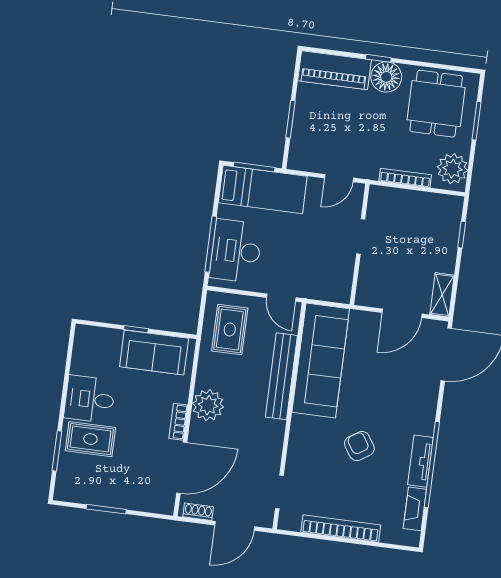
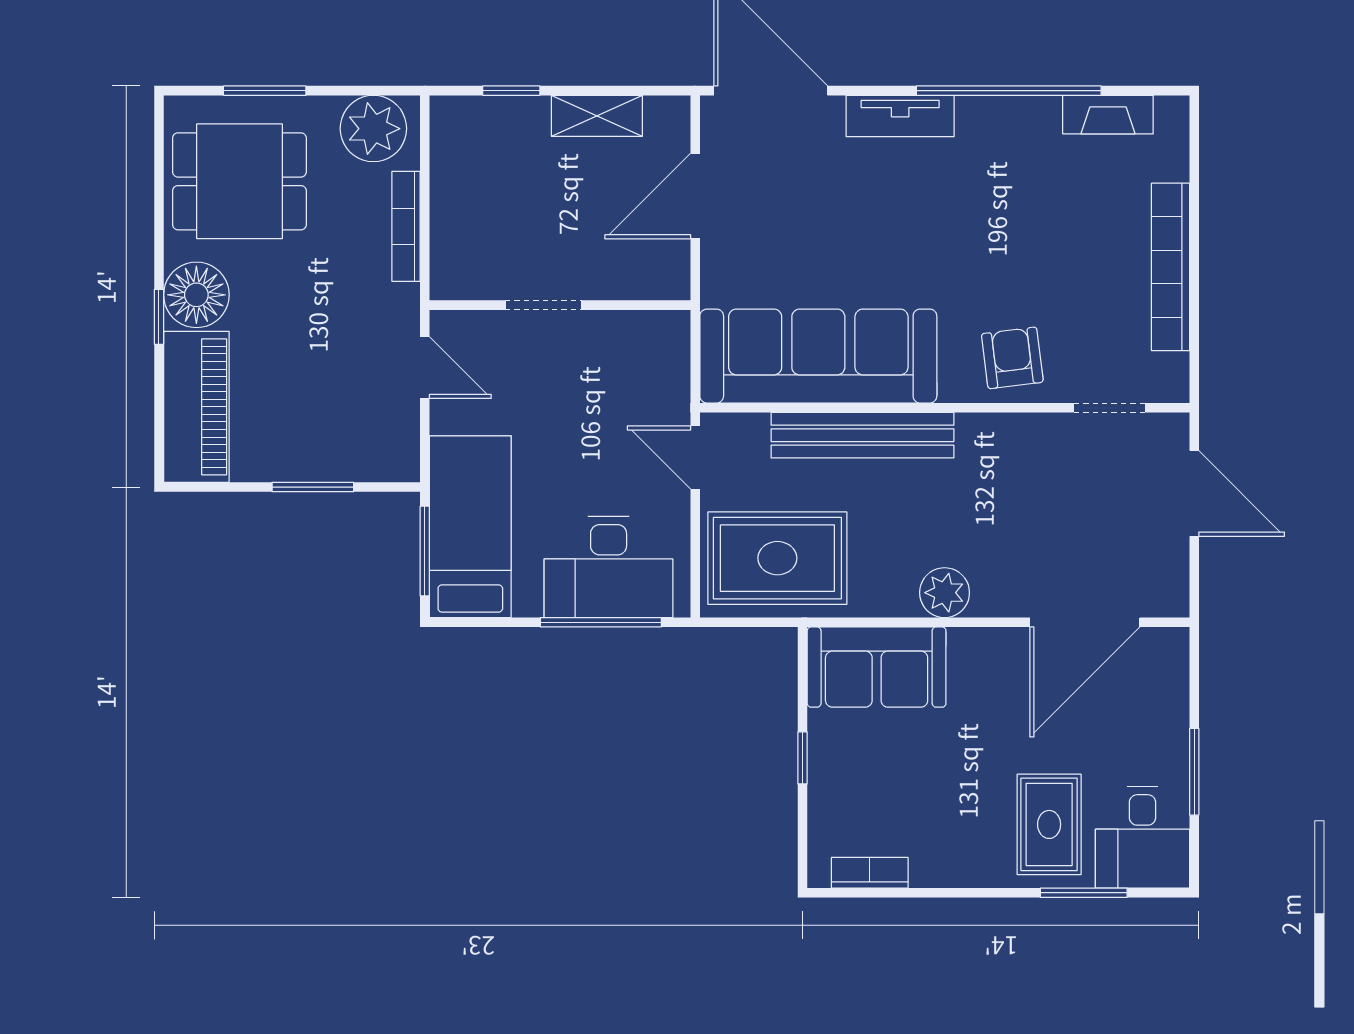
shelving: (442, 295) -> (597, 116), moved
door: (281, 298) -> (695, 458), swing flipped
door: (402, 313) -> (695, 196), swing flipped
rug: (230, 329) -> (777, 558), width x1.36, depth x1.43
sofa: (154, 352) -> (877, 667), moved, turned 90
desk: (90, 399) -> (1142, 837), moved
plant: (208, 405) -> (945, 593), width x0.73, depth x0.73
bookcase: (178, 422) -> (870, 873), moved, turned 180
armchair: (359, 446) -> (1012, 358), moved, turned 116
tv unit: (420, 461) -> (900, 116), moved
door: (182, 468) -> (1085, 622), swing flipped
shoe rack: (198, 512) -> (1174, 575), removed

